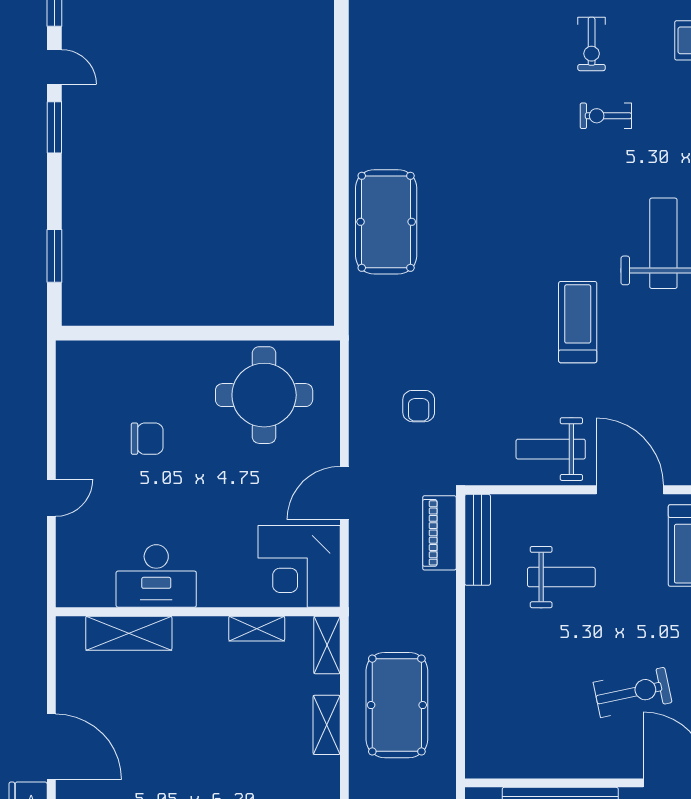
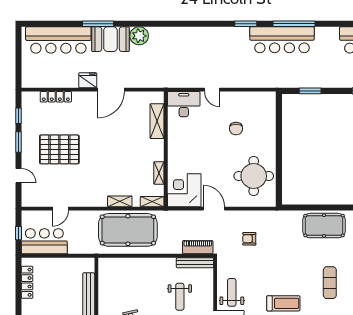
exercise mat: (527, 208) -> (330, 283), added
desk: (156, 576) -> (184, 104), moved, turned 90
pool table: (397, 705) -> (128, 230), width x1.36, depth x1.32

